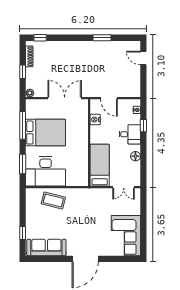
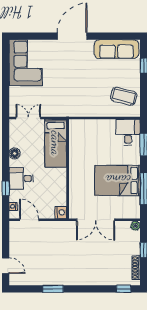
door: (109, 98) -> (29, 220), moved
nightstand: (95, 119) -> (61, 212), moved
desk: (46, 171) -> (128, 132), width x0.53, depth x0.77
coffee table: (53, 200) -> (124, 96), moved

